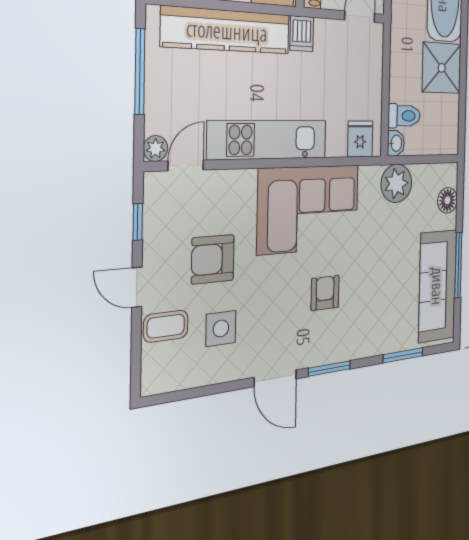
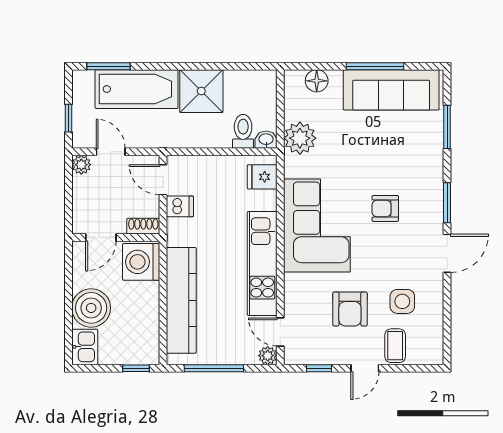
dishwasher: (302, 34) -> (180, 206), moved

